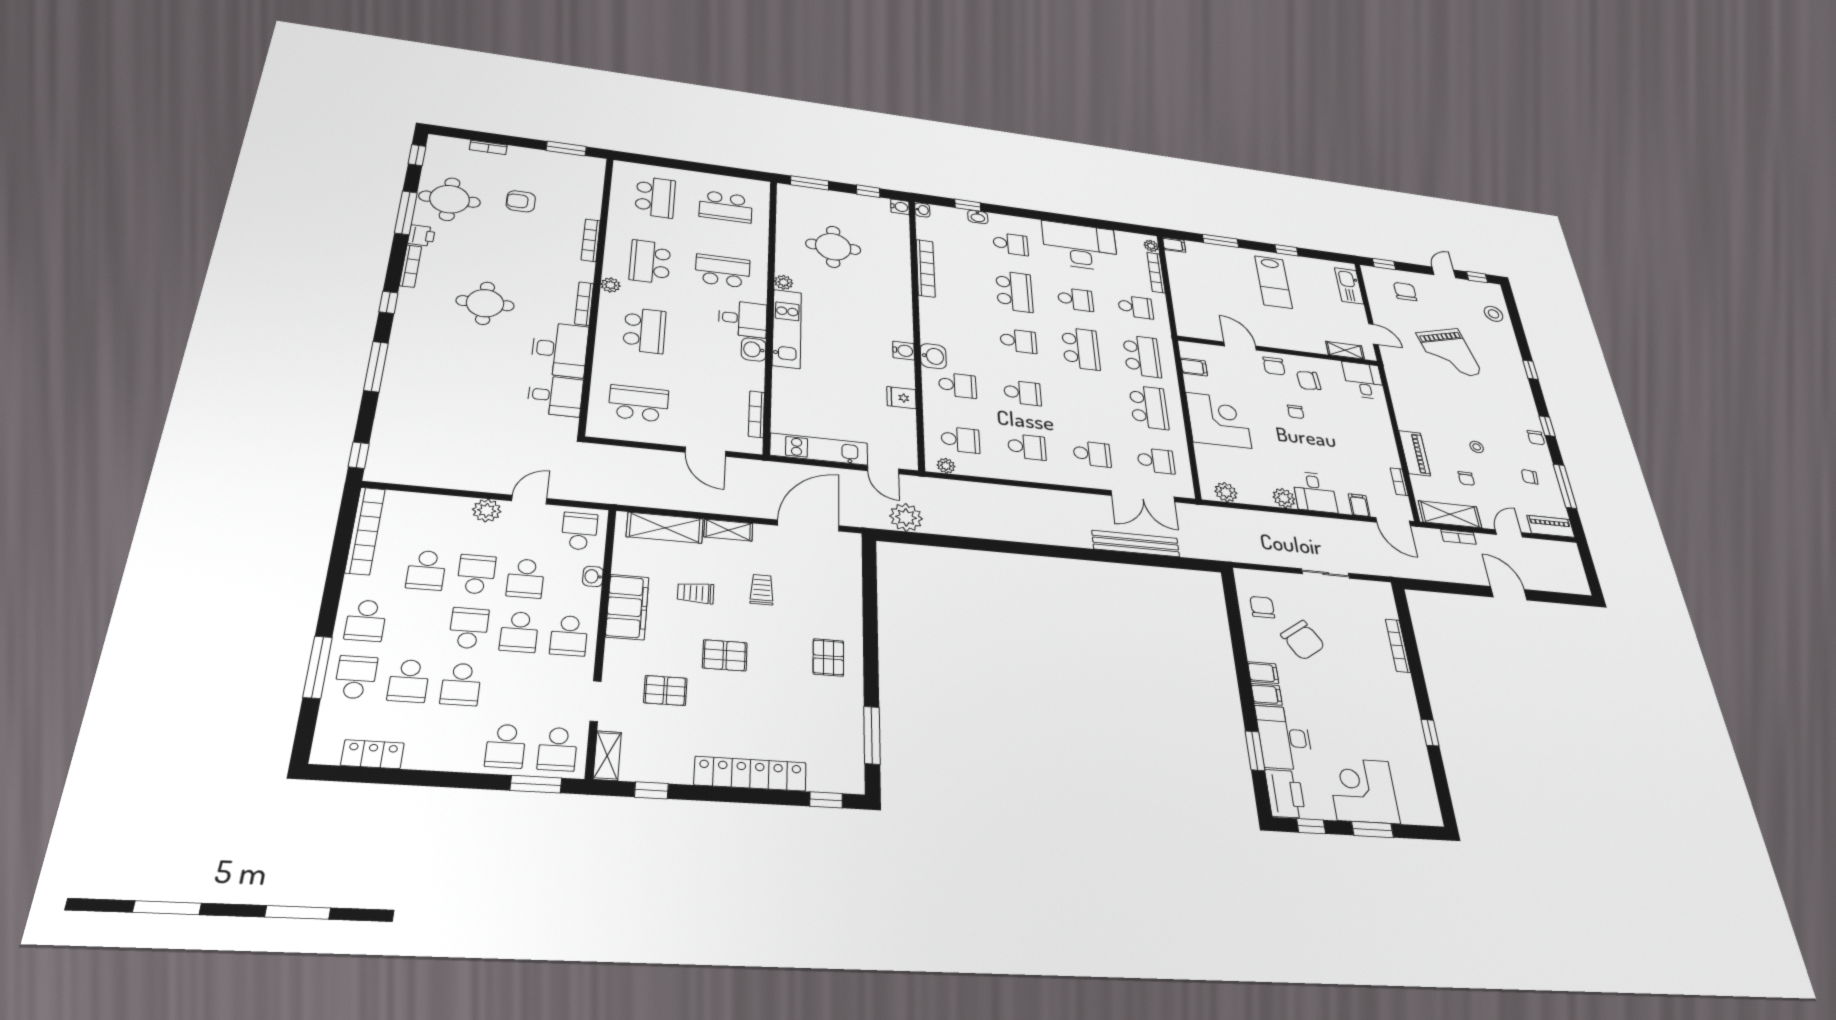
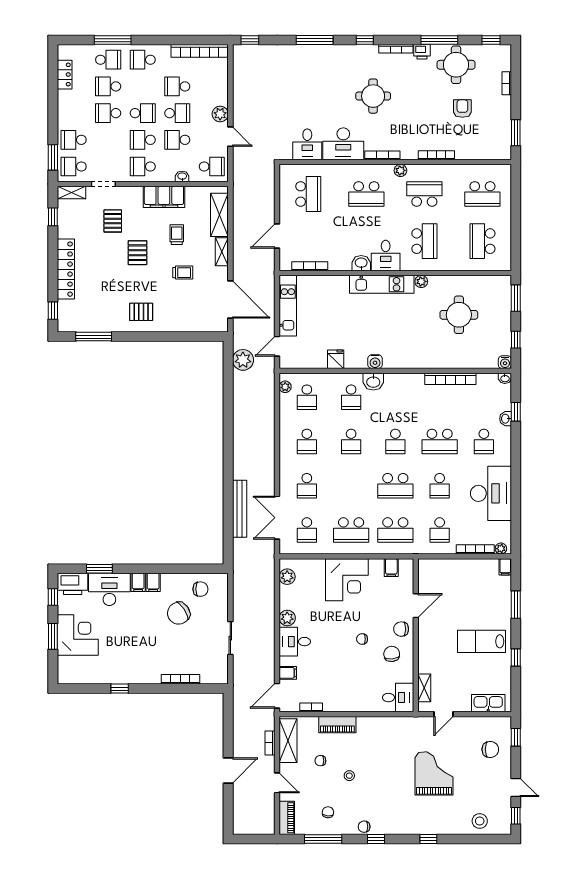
grand piano: (1449, 353) -> (434, 773), turned 105

